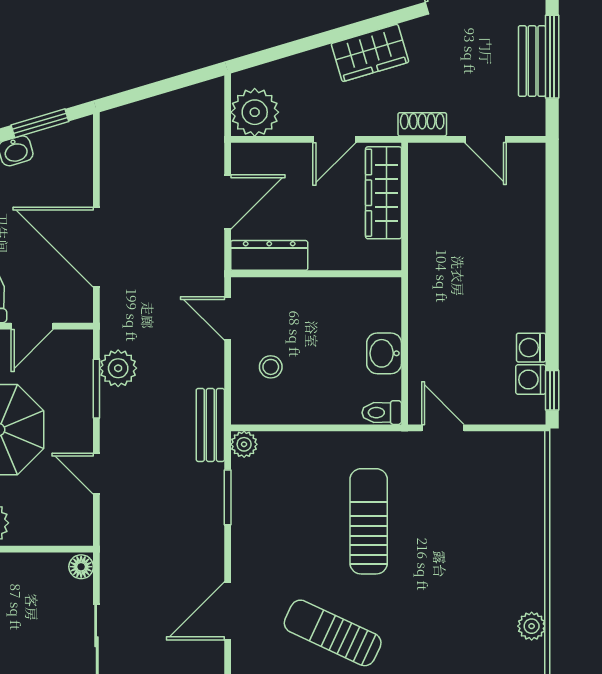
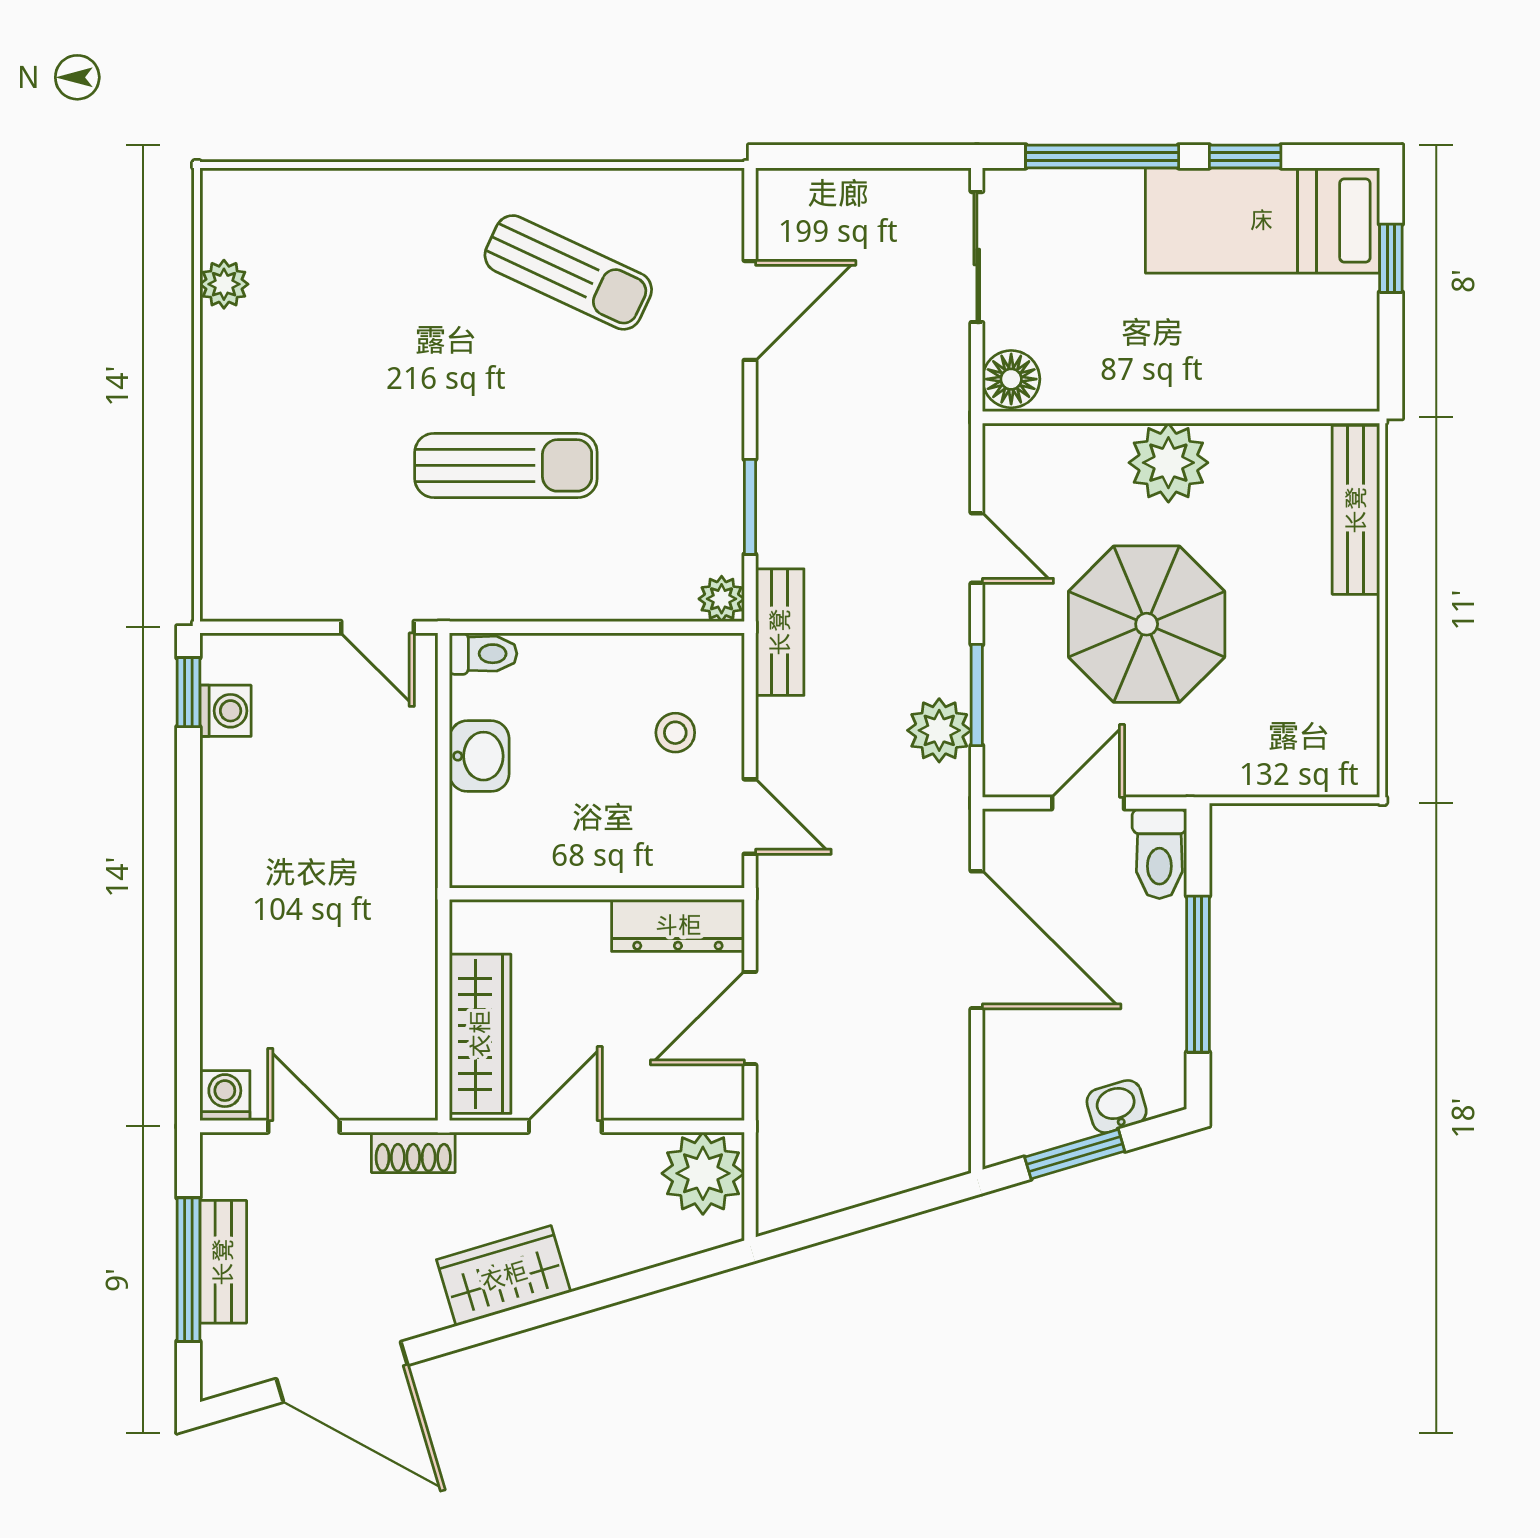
washing machine: (531, 348) -> (225, 1096), moved, turned -90
sun lounger: (369, 521) -> (506, 465), turned -90
floor lamp: (81, 567) -> (1011, 379), width x1.37, depth x1.37

